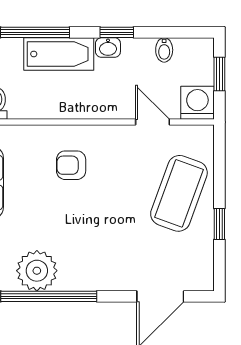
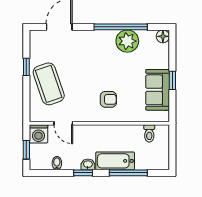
coffee table: (179, 193) -> (49, 84), turned -39

